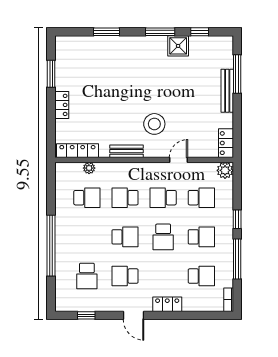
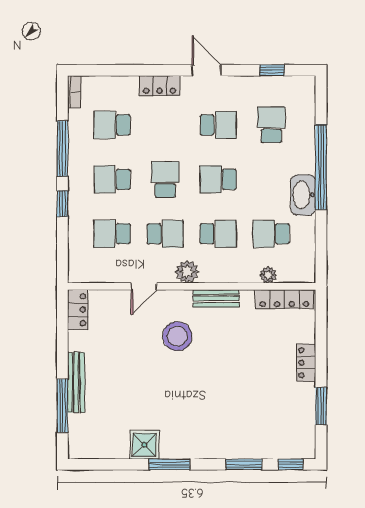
window: (200, 32) -> (291, 464), moved
plant: (225, 170) -> (187, 272), moved
washbasin: (64, 226) -> (303, 195), added

